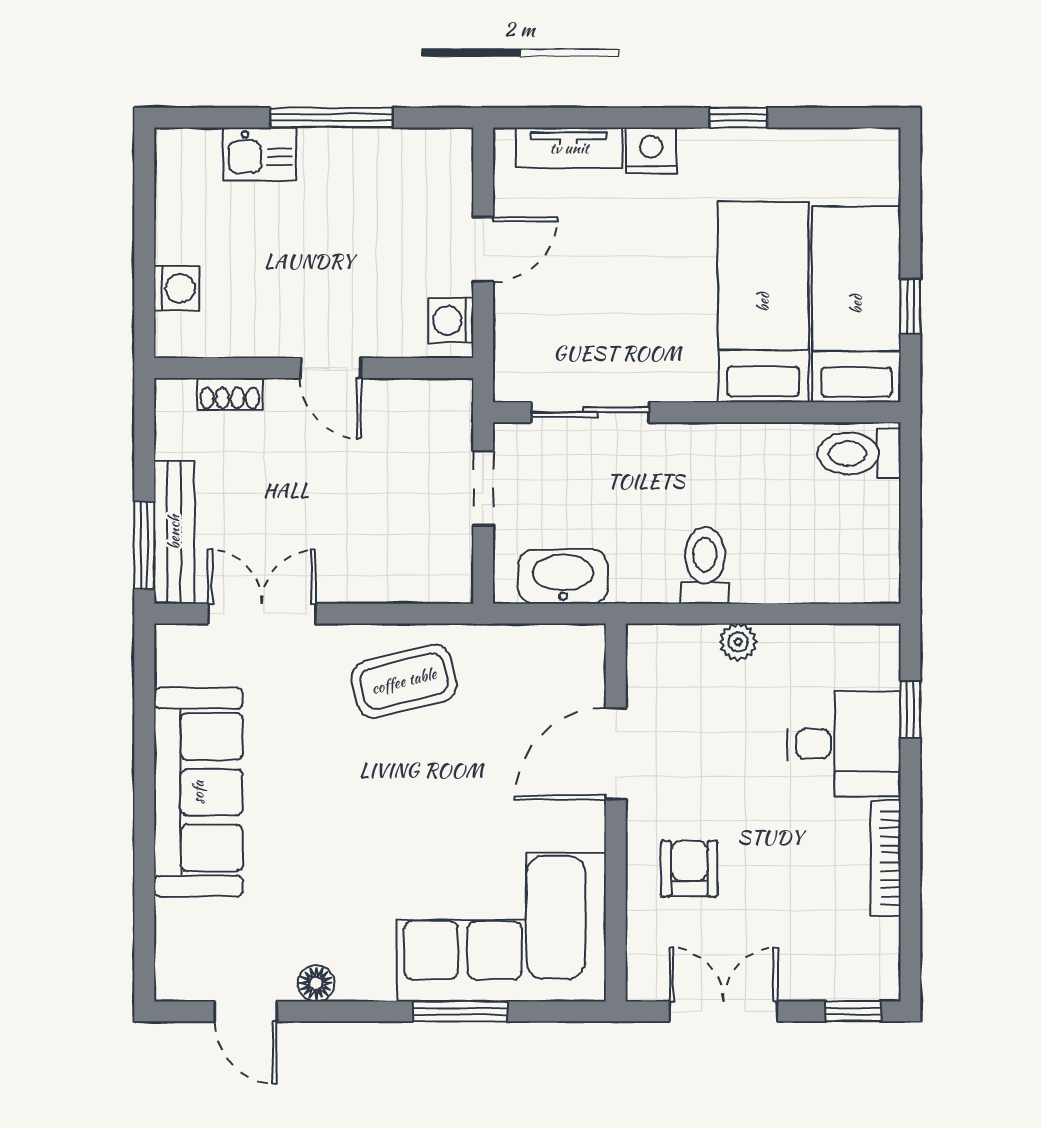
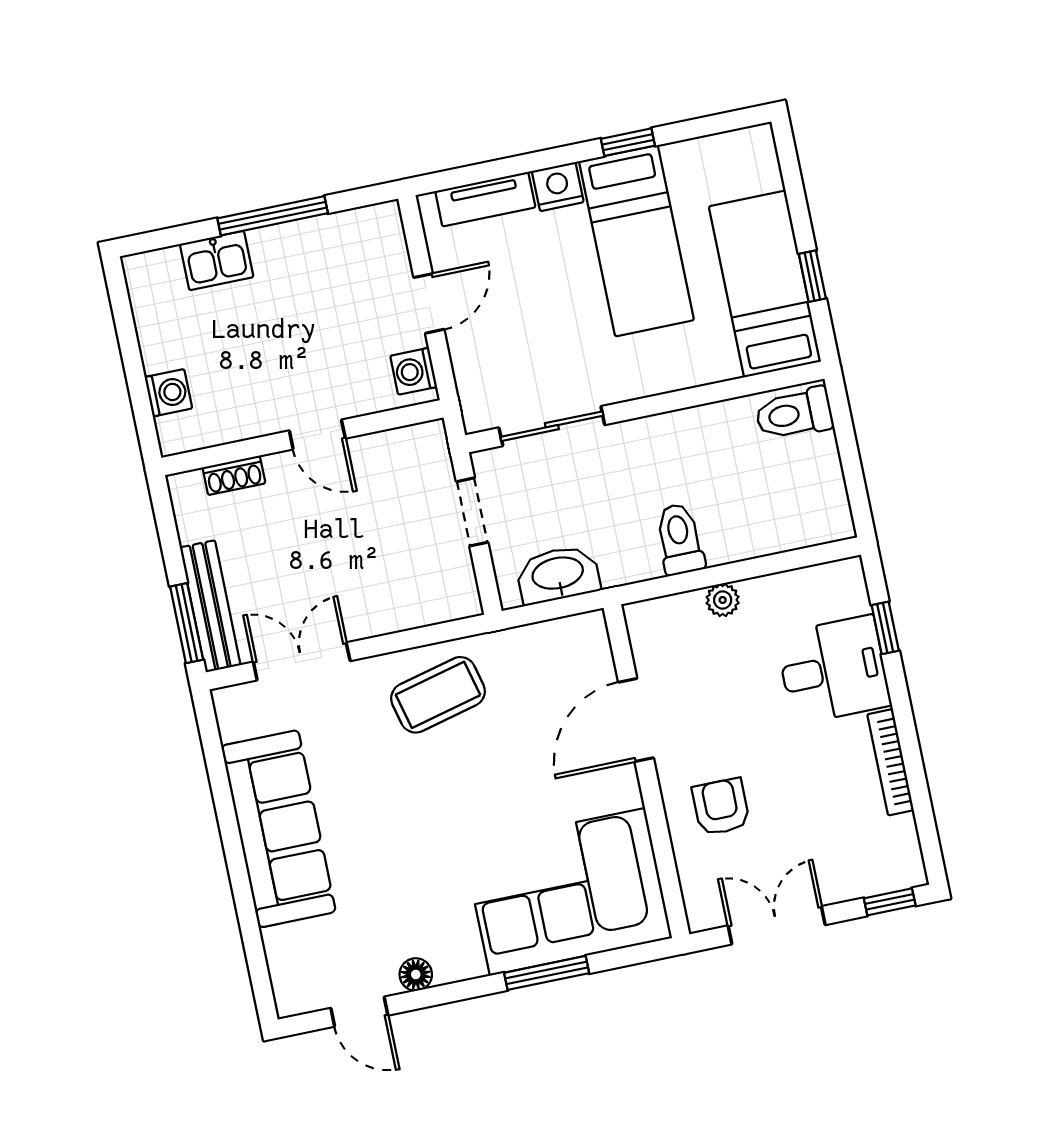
bed: (763, 302) -> (636, 241), moved, turned 180

